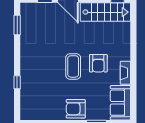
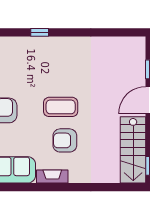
window: (17, 25) -> (116, 32), removed

